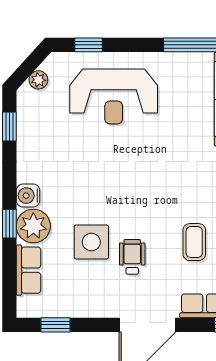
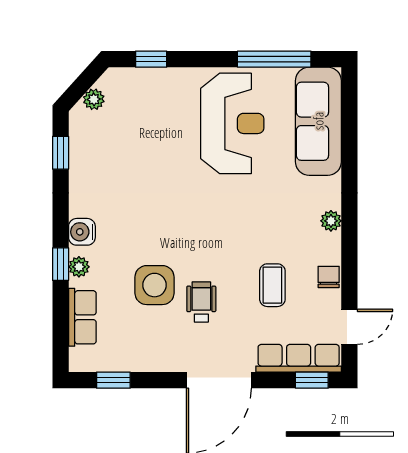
reception desk: (114, 96) -> (232, 123), moved, turned -90
plant: (33, 226) -> (79, 267), width x0.53, depth x0.53

